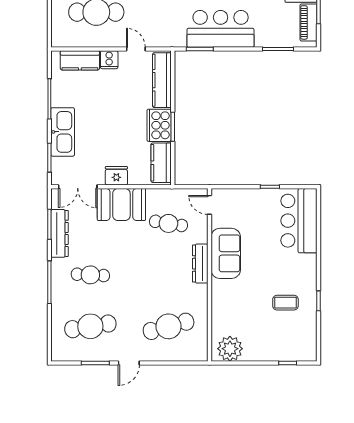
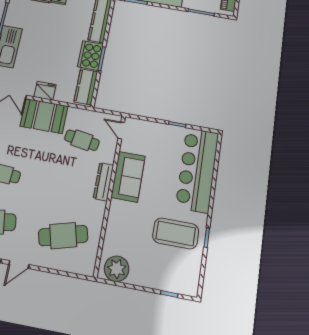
bar counter: (299, 221) -> (197, 170), width x1.36
coffee table: (285, 303) -> (176, 233), width x1.86, depth x1.72

